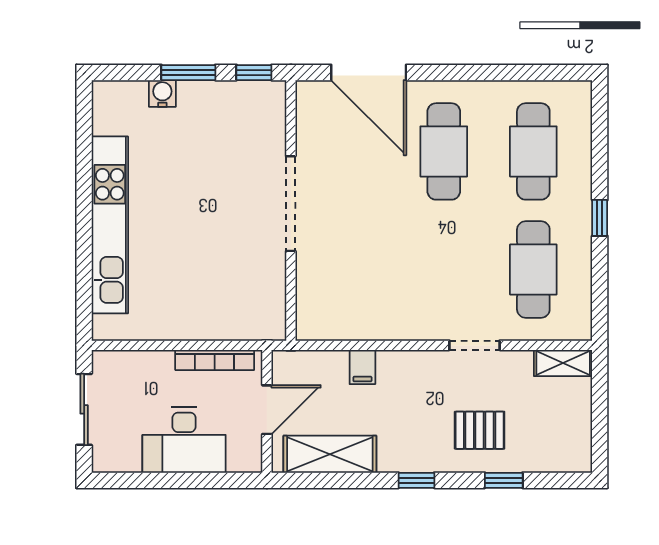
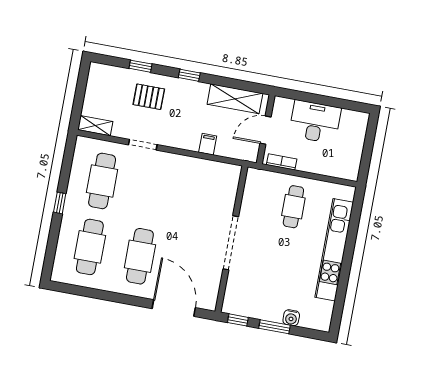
cafe table: (194, 286) -> (293, 207), added
bookcase: (215, 360) -> (282, 162), width x0.64
sliding door: (84, 409) -> (368, 149), removed

